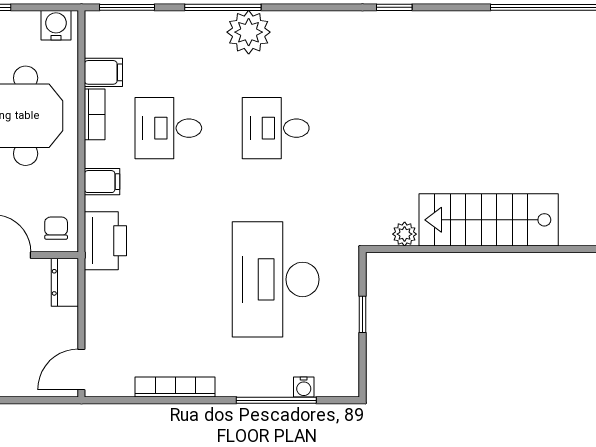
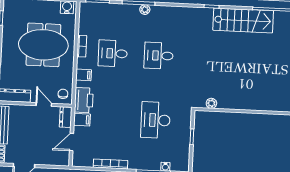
plant: (249, 32) -> (145, 10), width x0.53, depth x0.53
filing cabinet: (103, 72) -> (82, 120), moved
stairs: (489, 220) -> (243, 20), moved, turned 180
desk: (276, 279) -> (156, 120), width x0.73, depth x0.77
door: (81, 369) -> (72, 142), moved

